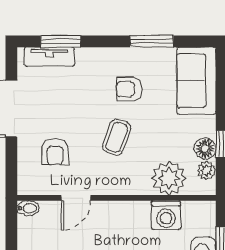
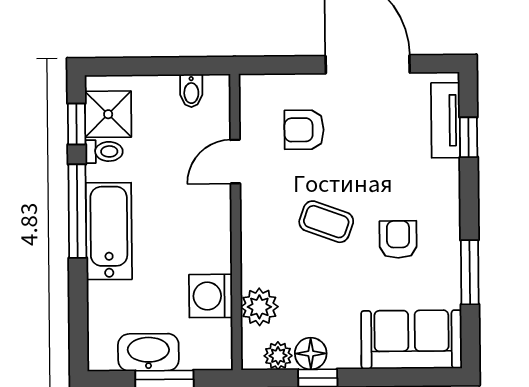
window: (61, 41) -> (469, 137), width x0.67
plant: (169, 178) -> (259, 307), width x0.73, depth x0.73
door: (76, 198) -> (235, 162), hinge flipped
bidet: (28, 208) -> (191, 91), moved

